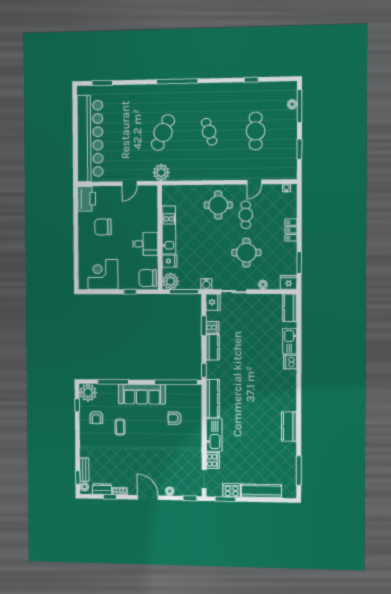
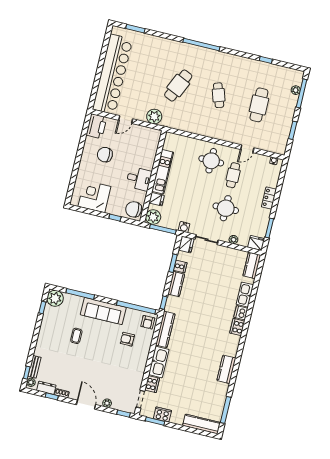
plant: (161, 173) -> (154, 117), moved
door: (130, 184) -> (126, 119), moved
cooker: (290, 378) -> (237, 327), added
armchair: (96, 418) -> (148, 322), moved
kitchen counter: (261, 491) -> (202, 424), moved

